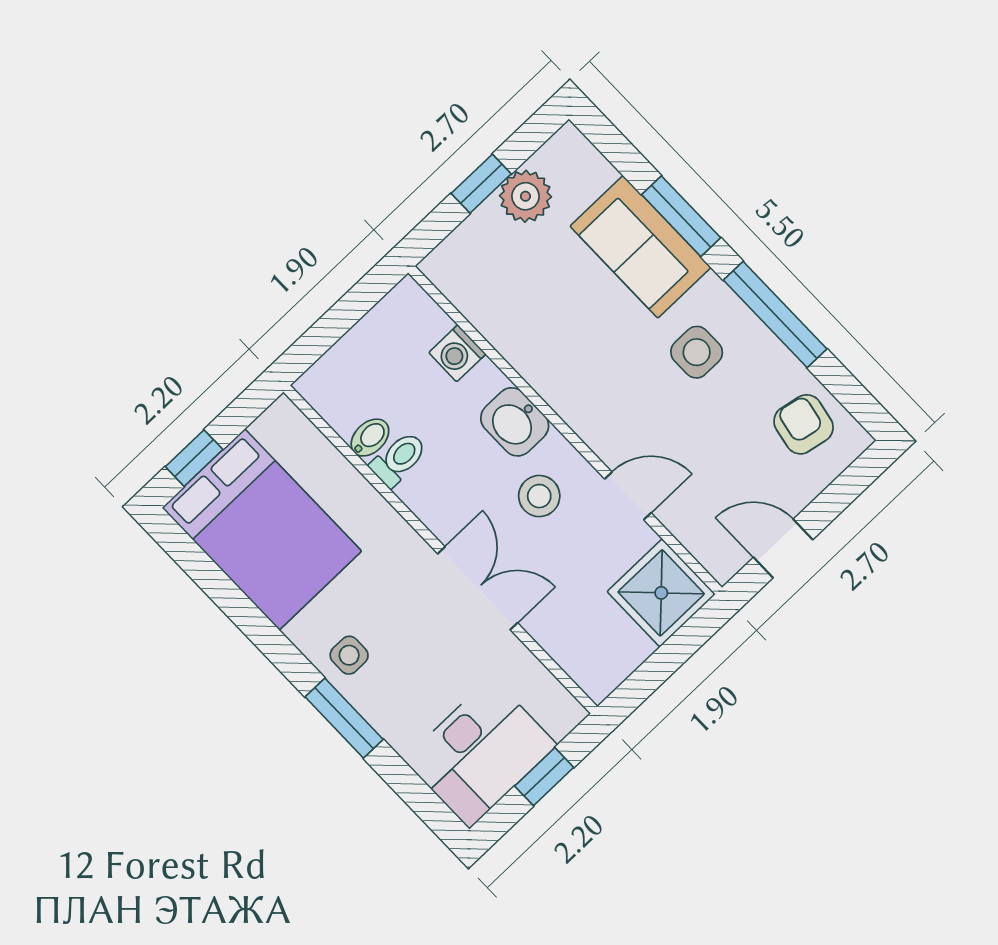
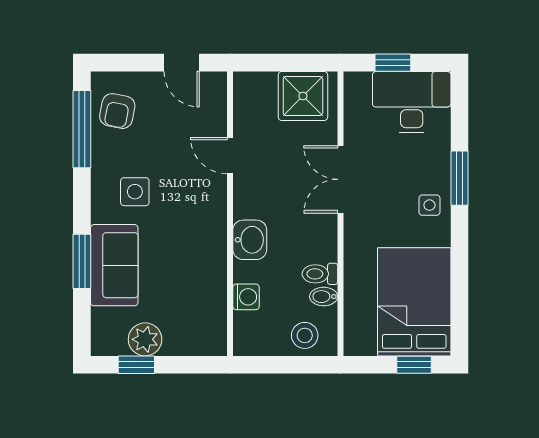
window: (481, 184) -> (136, 365), moved
window: (775, 315) -> (82, 129), moved
stool: (539, 496) -> (305, 335), moved
shower: (661, 593) -> (303, 96), moved

